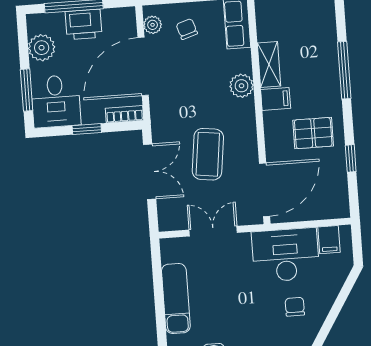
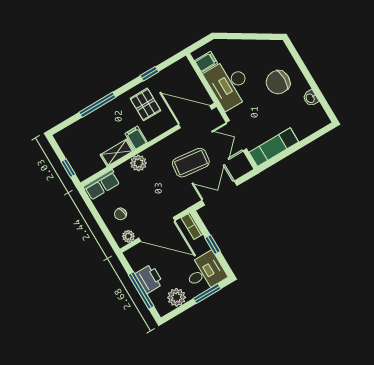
exam couch: (176, 298) -> (274, 147), moved
chair: (295, 307) -> (278, 82), moved, width x1.87, depth x1.87

